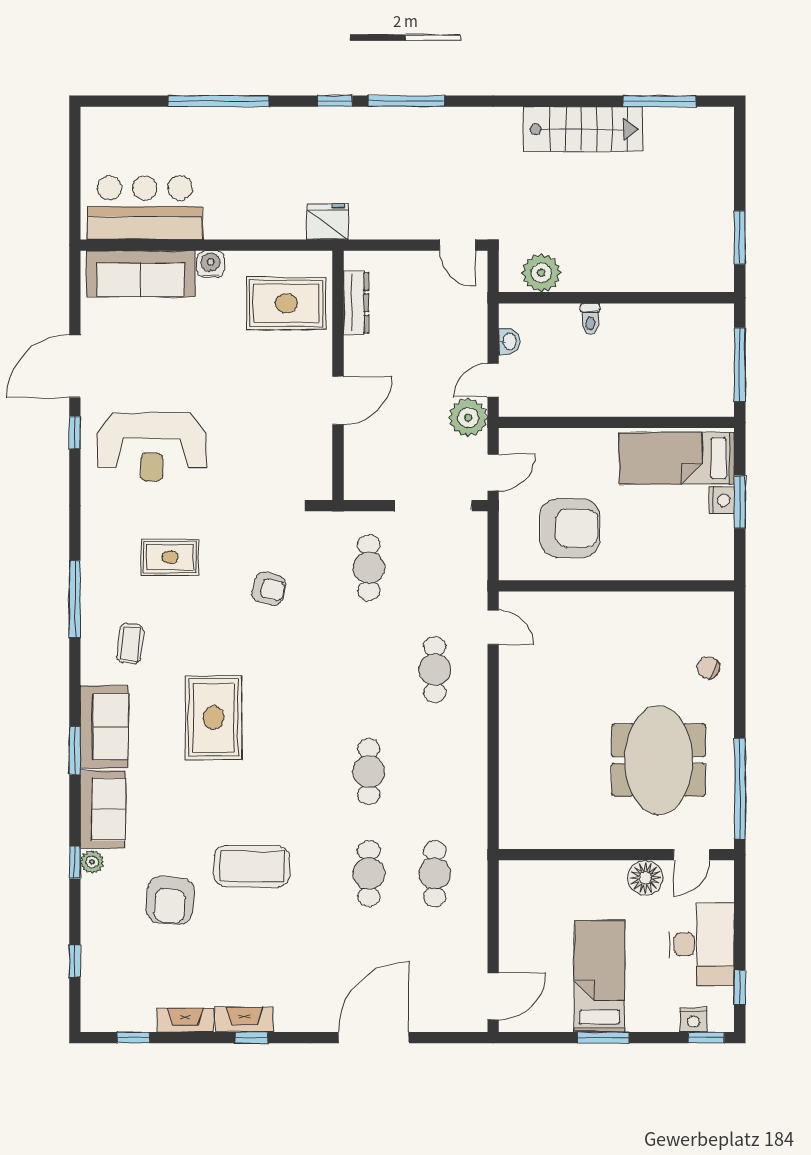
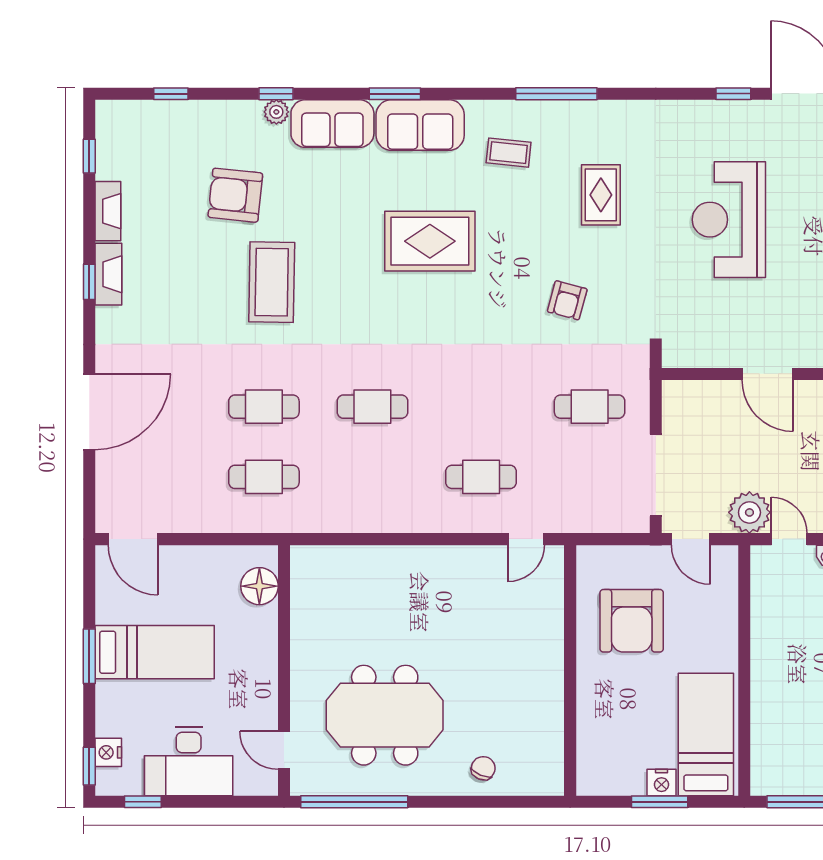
reception desk: (152, 447) -> (729, 220), moved
floor lamp: (645, 878) -> (259, 586), moved
door: (374, 1038) -> (89, 412), hinge flipped

